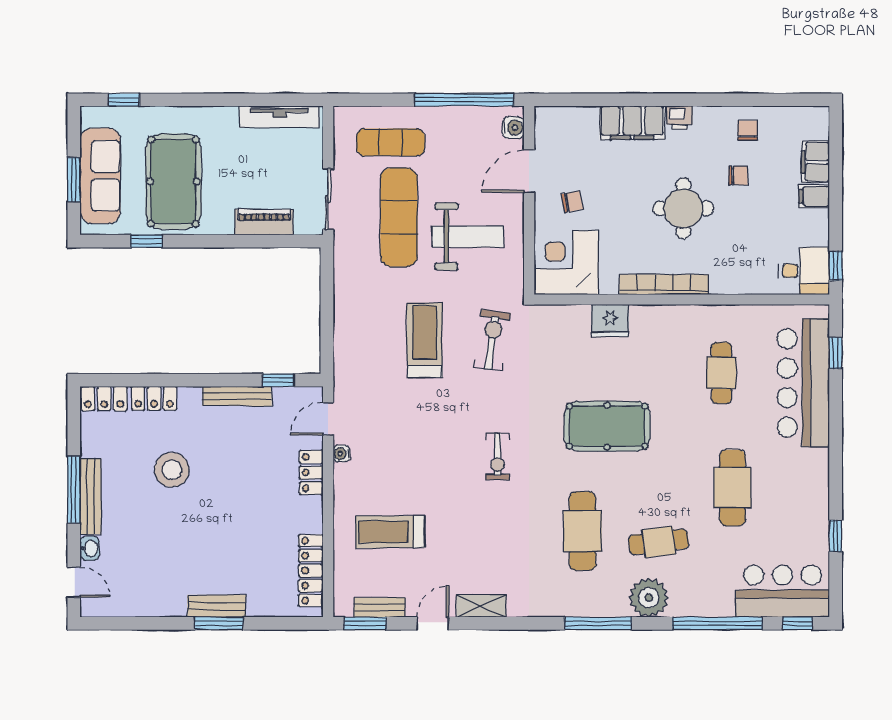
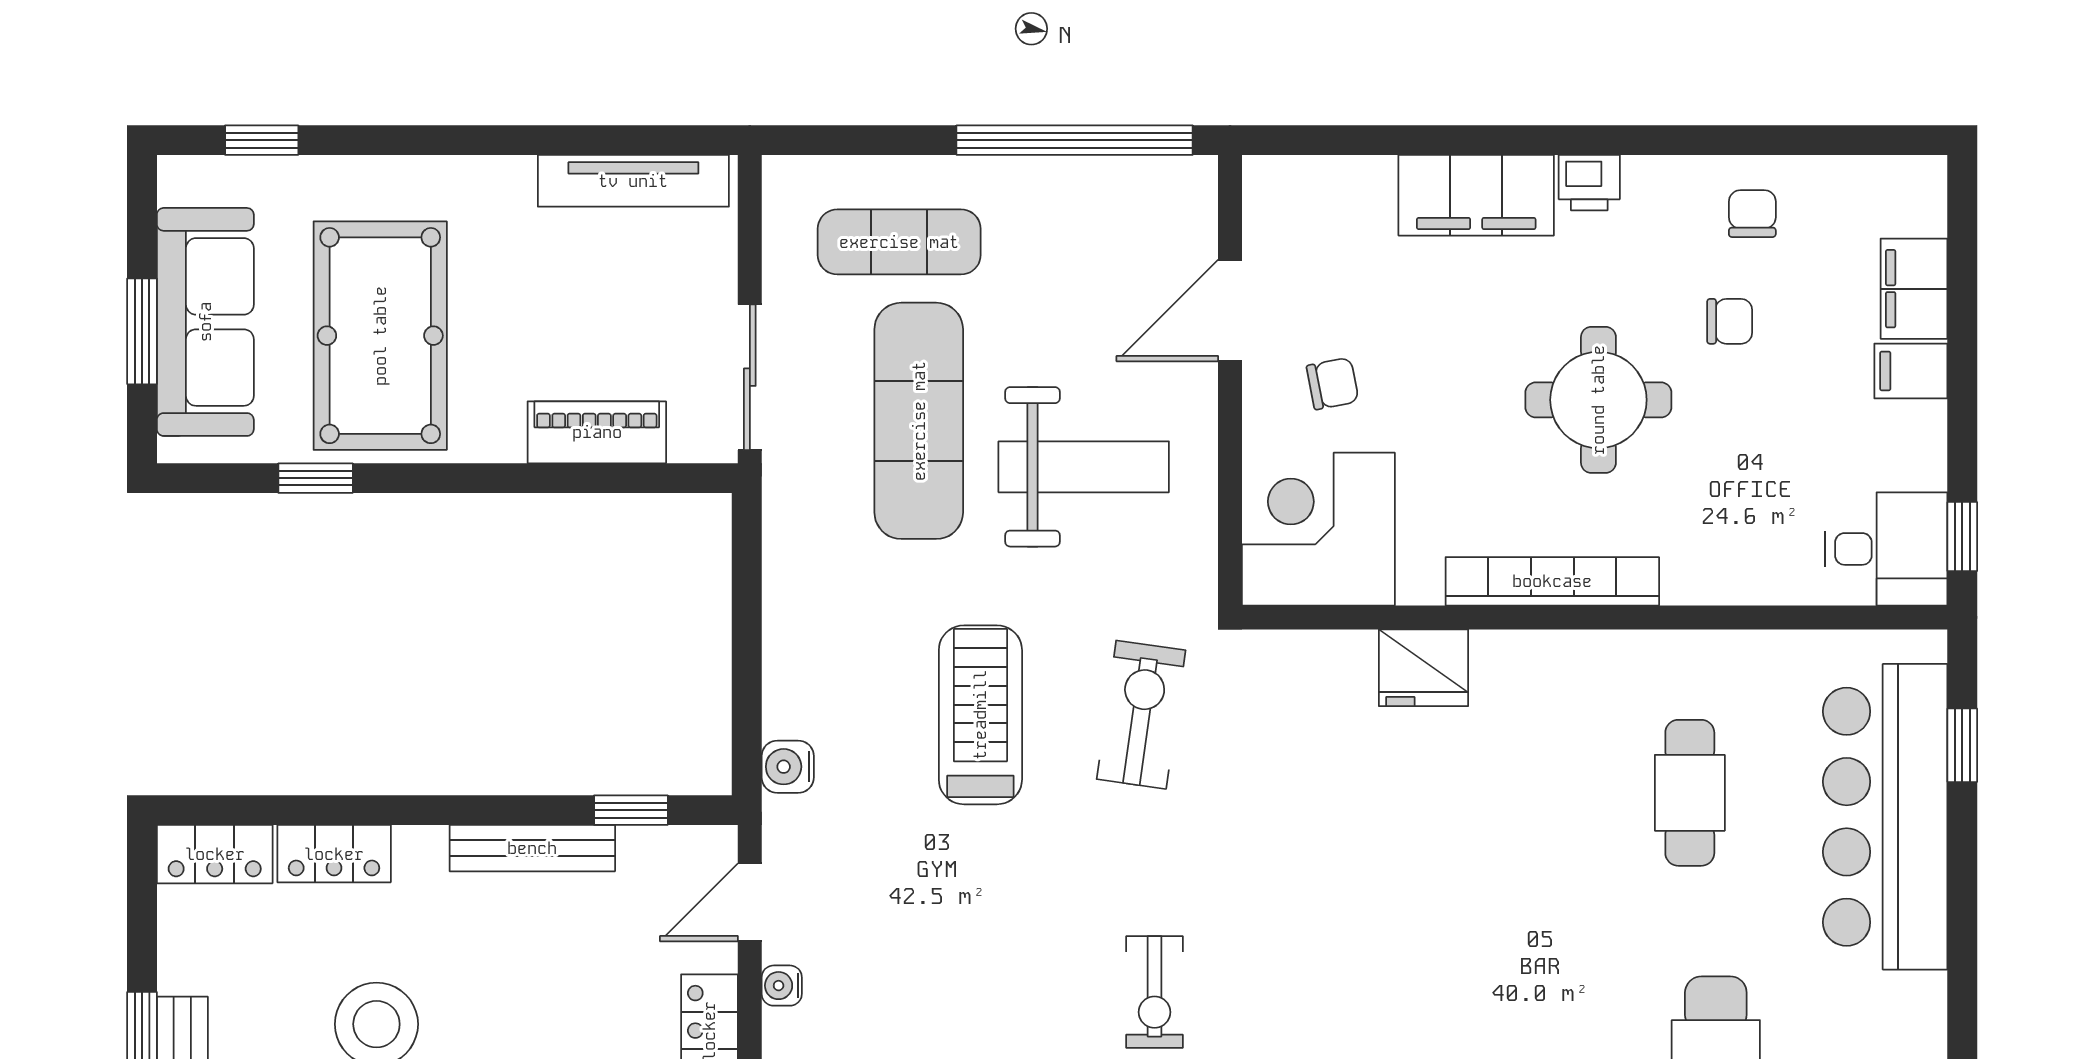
water cooler: (513, 128) -> (788, 767), moved, turned 180
pool table: (607, 426) -> (1416, 920), removed

